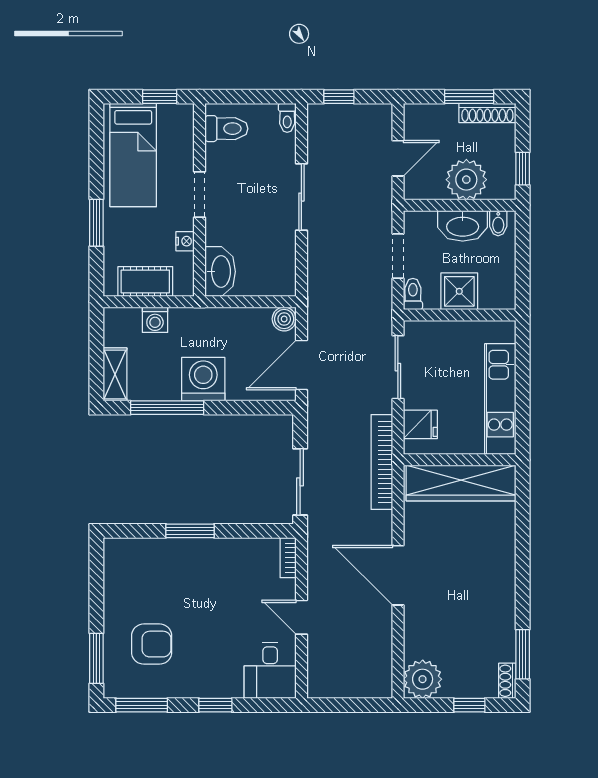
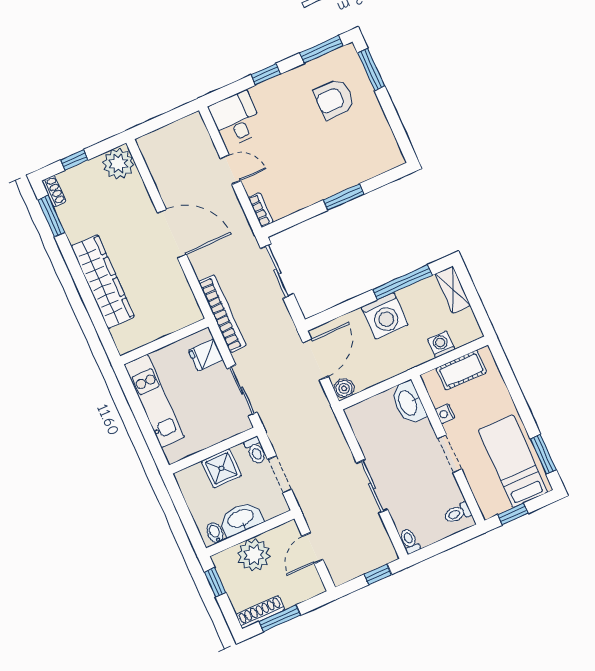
toilet: (226, 129) -> (457, 513), width x0.73, depth x0.72
window: (96, 223) -> (543, 454), moved
wardrobe: (461, 483) -> (103, 282), moved, turned 90

